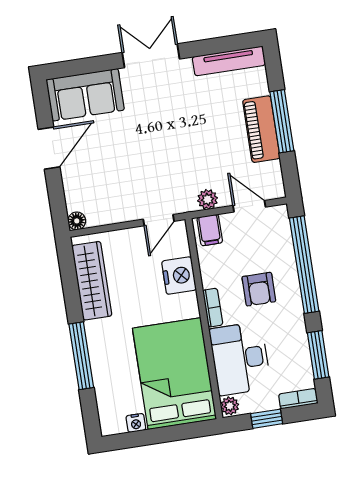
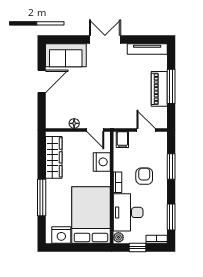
plant: (208, 199) -> (124, 123), removed
door: (159, 220) -> (95, 130), hinge flipped
floor lamp: (77, 221) -> (74, 123), moved
window: (304, 265) -> (171, 167), width x0.47
armchair: (259, 289) -> (144, 176), turned 180
nightstand: (136, 423) -> (61, 235), width x1.89, depth x1.79

